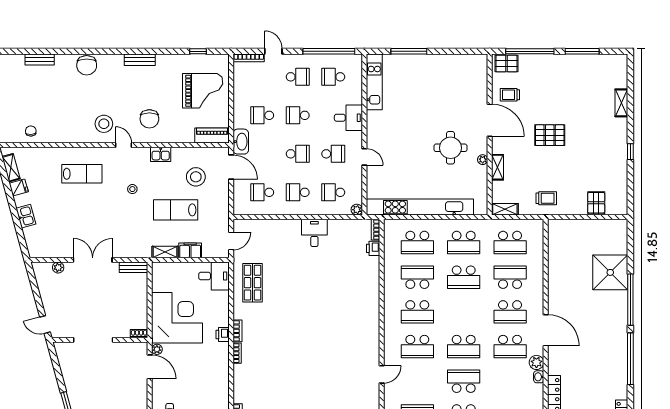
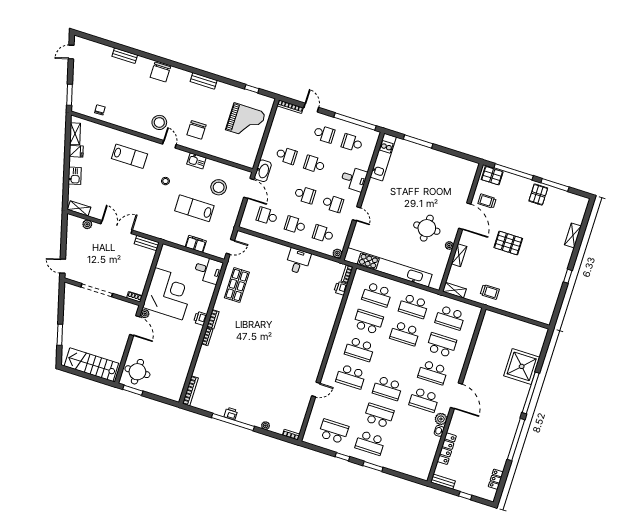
school desk: (262, 115) -> (286, 155), turned 180
piano: (212, 136) -> (242, 159), removed
pallet: (596, 203) -> (538, 195), moved
shelving: (165, 252) -> (79, 208), moved

